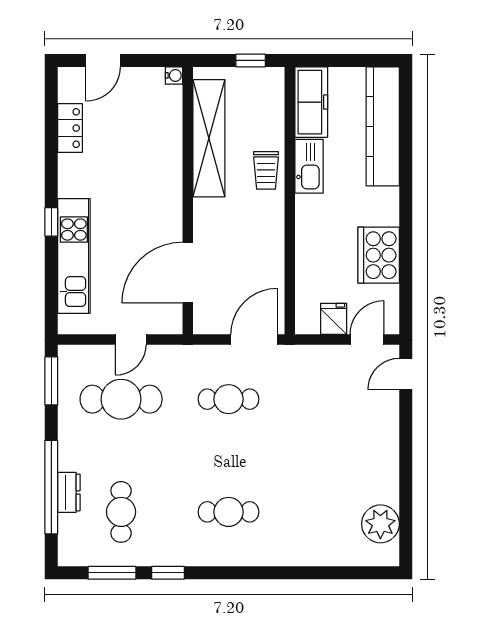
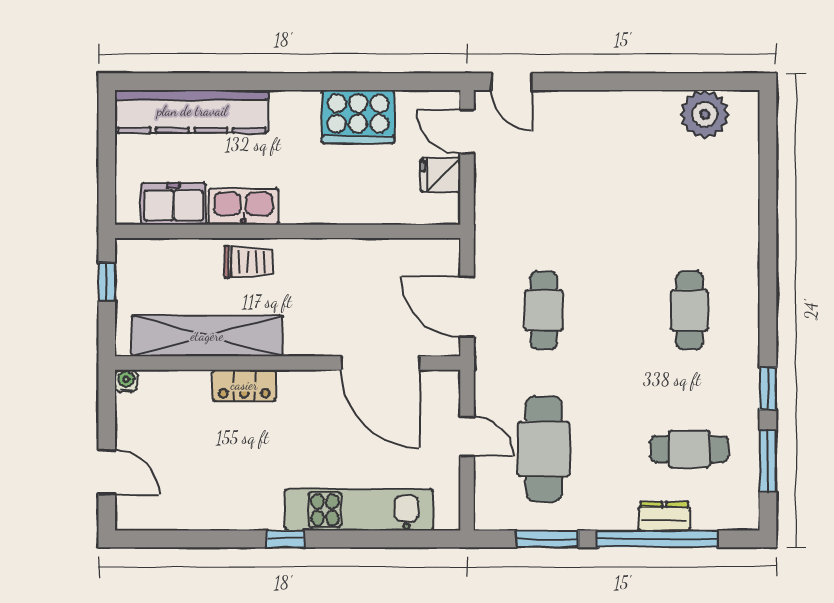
freezer: (311, 102) -> (174, 204), width x0.71
locker: (70, 128) -> (244, 385), moved, turned 180
window: (51, 222) -> (286, 539), moved
door: (254, 340) -> (467, 307), moved
window: (51, 381) -> (547, 539), moved

